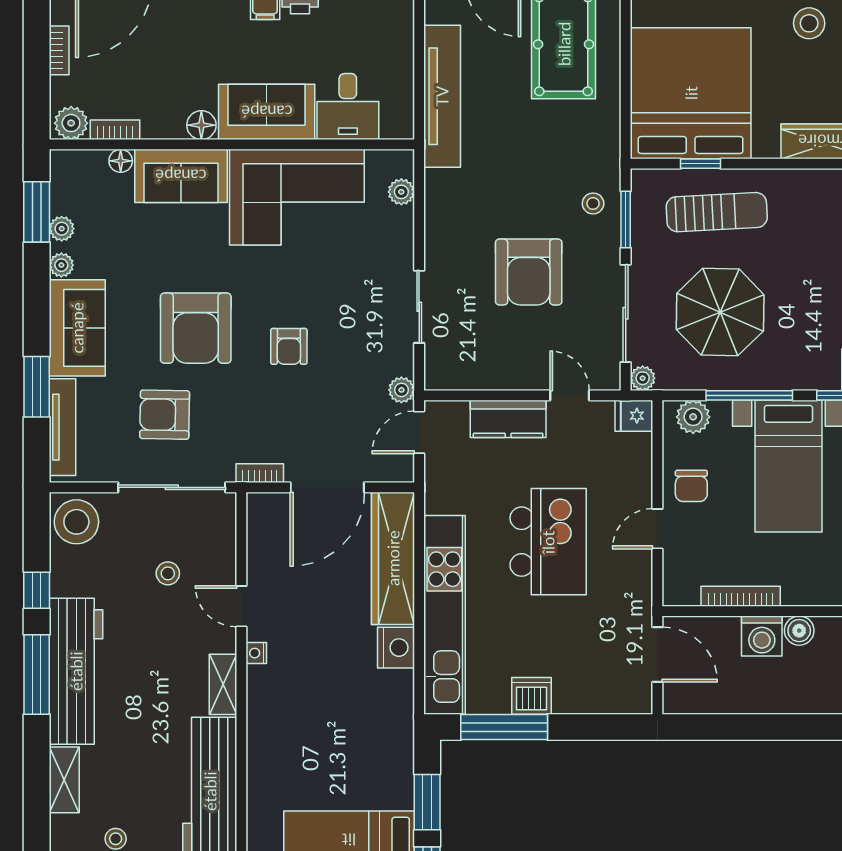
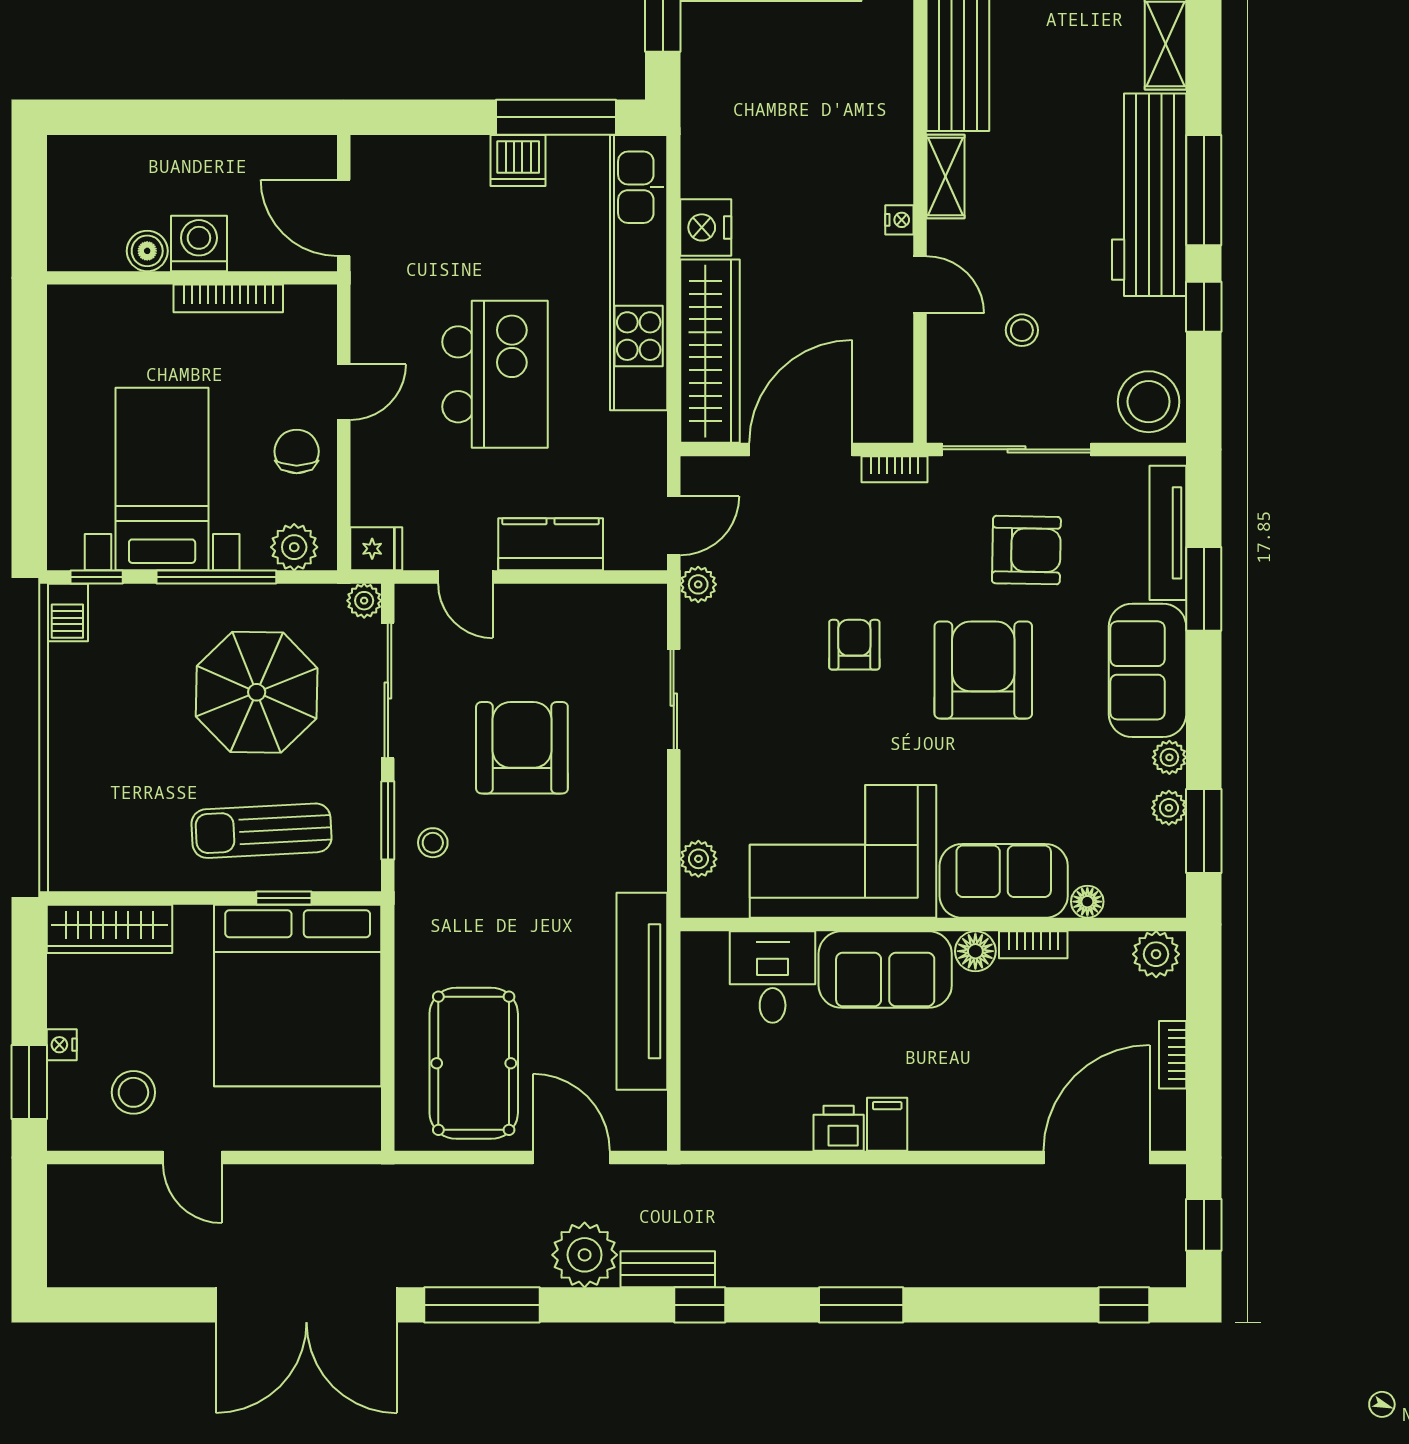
bookcase: (115, 130) -> (1033, 945), moved
kitchen island: (548, 542) -> (495, 374), turned 180

